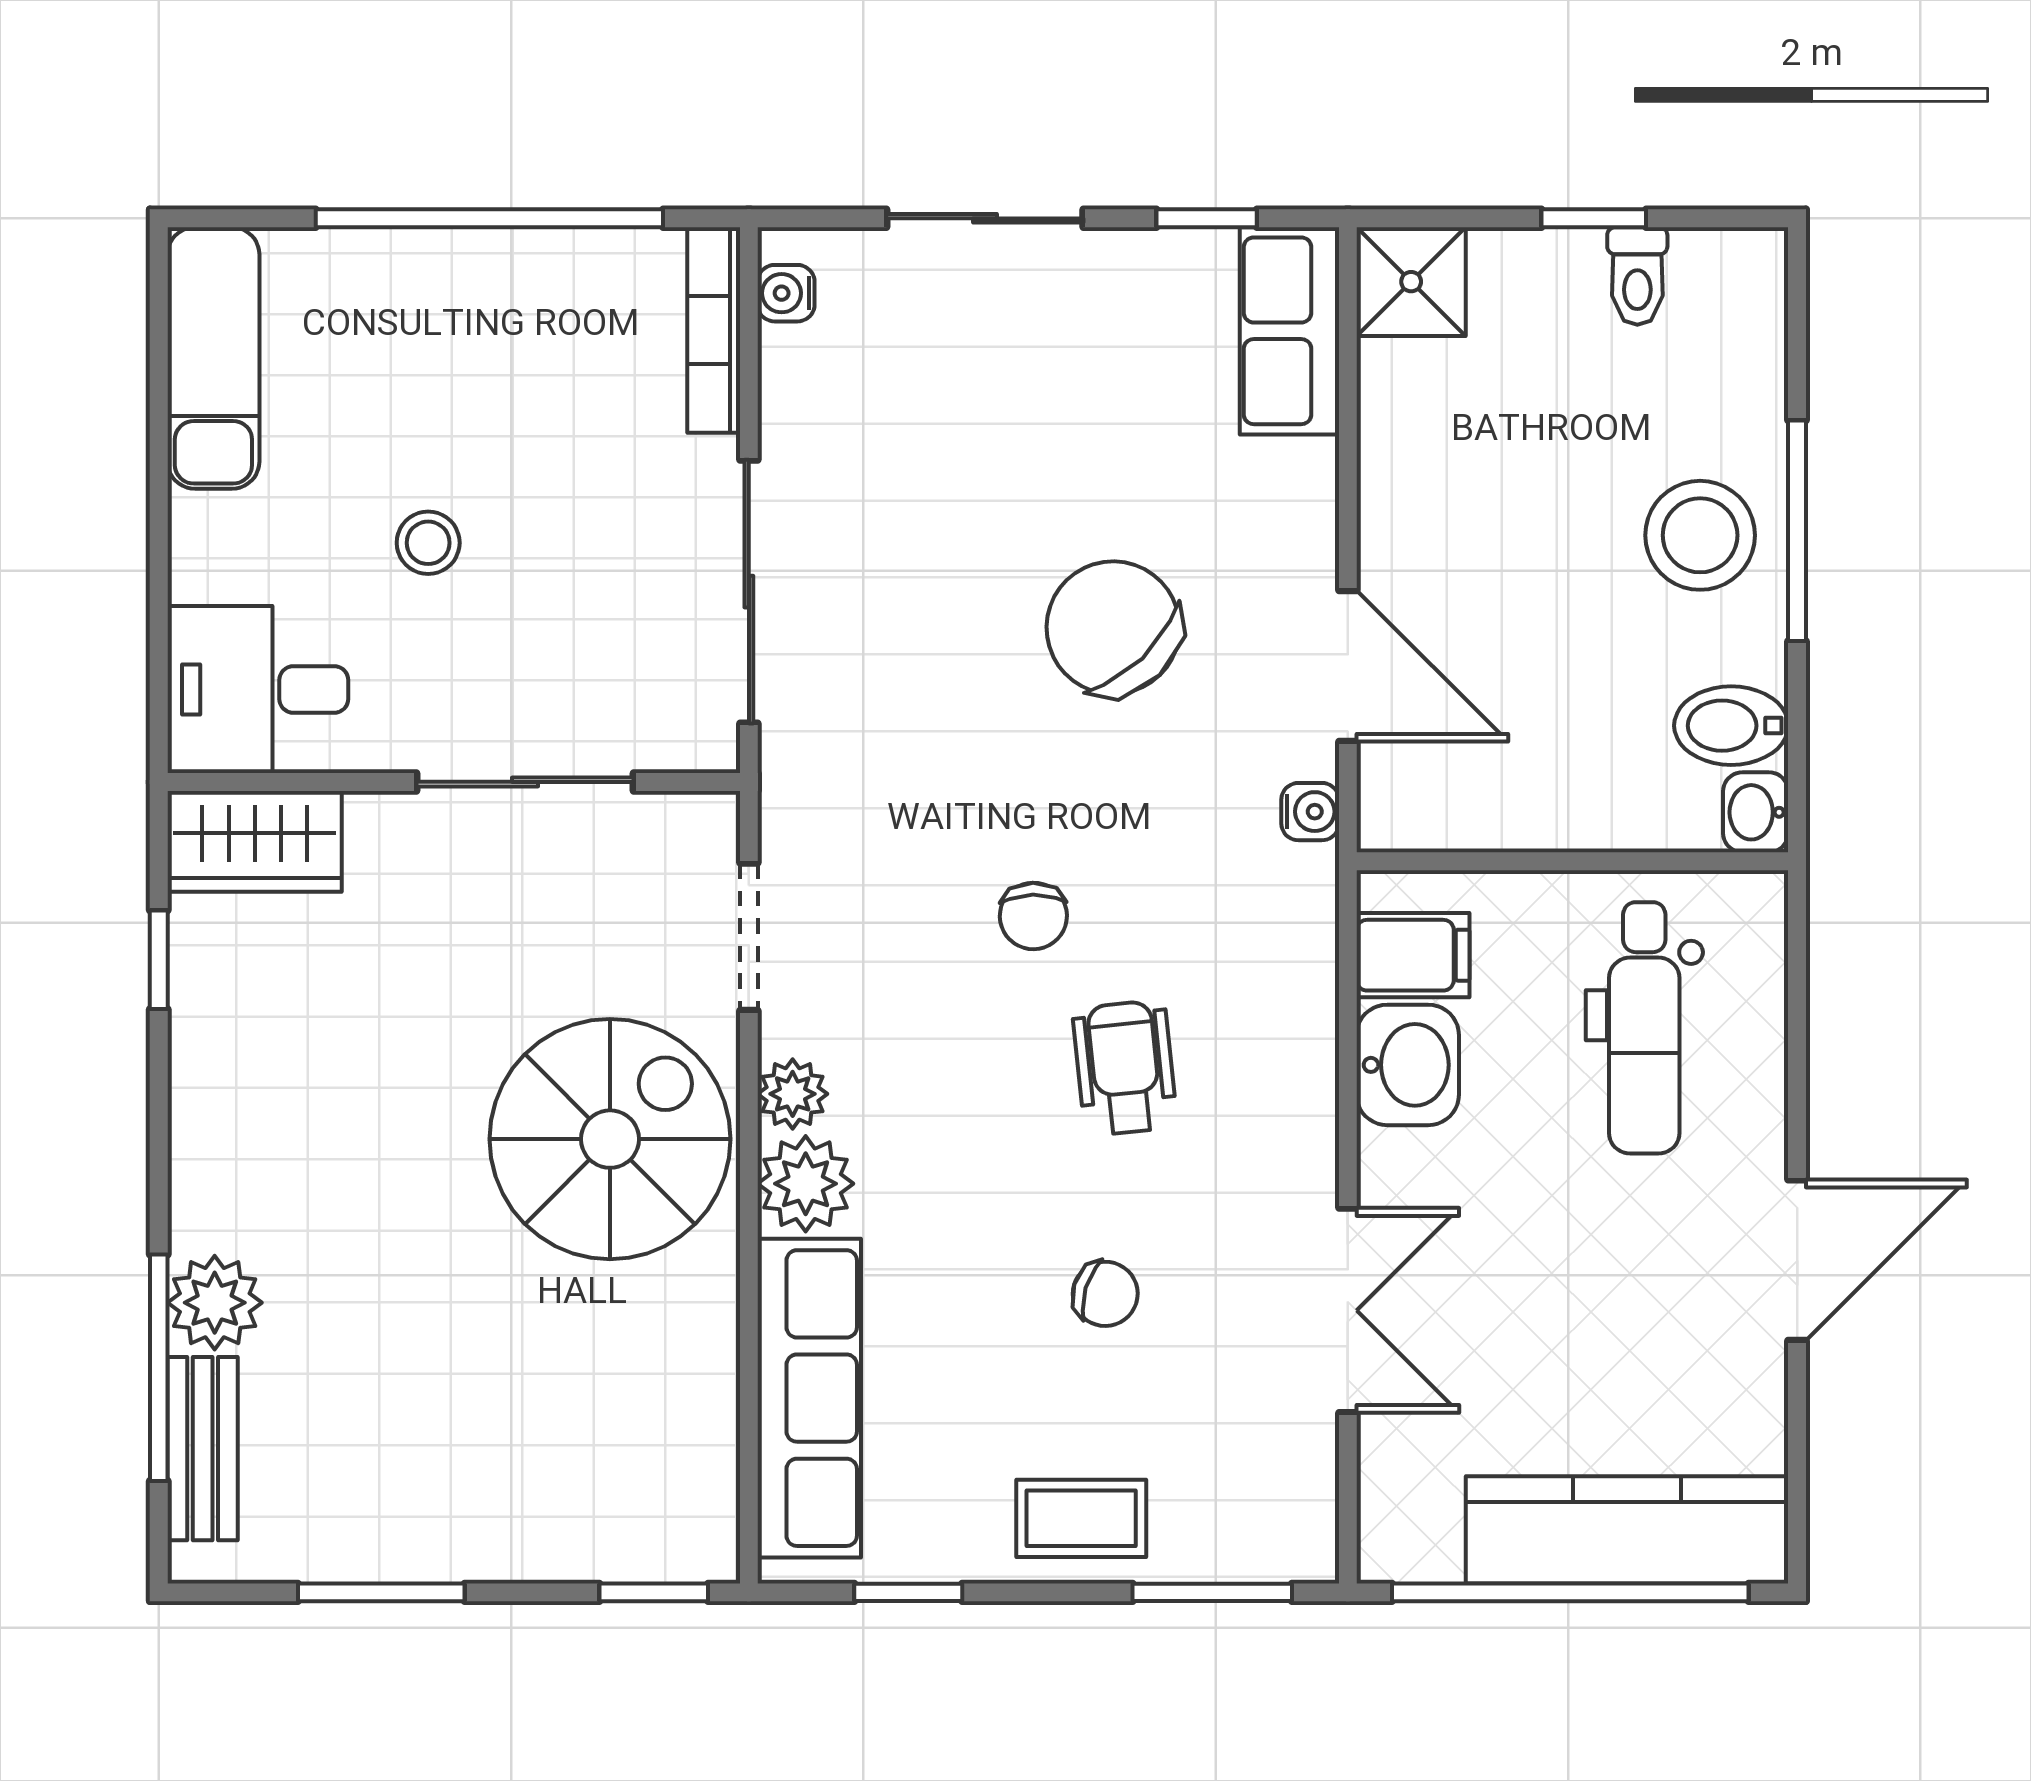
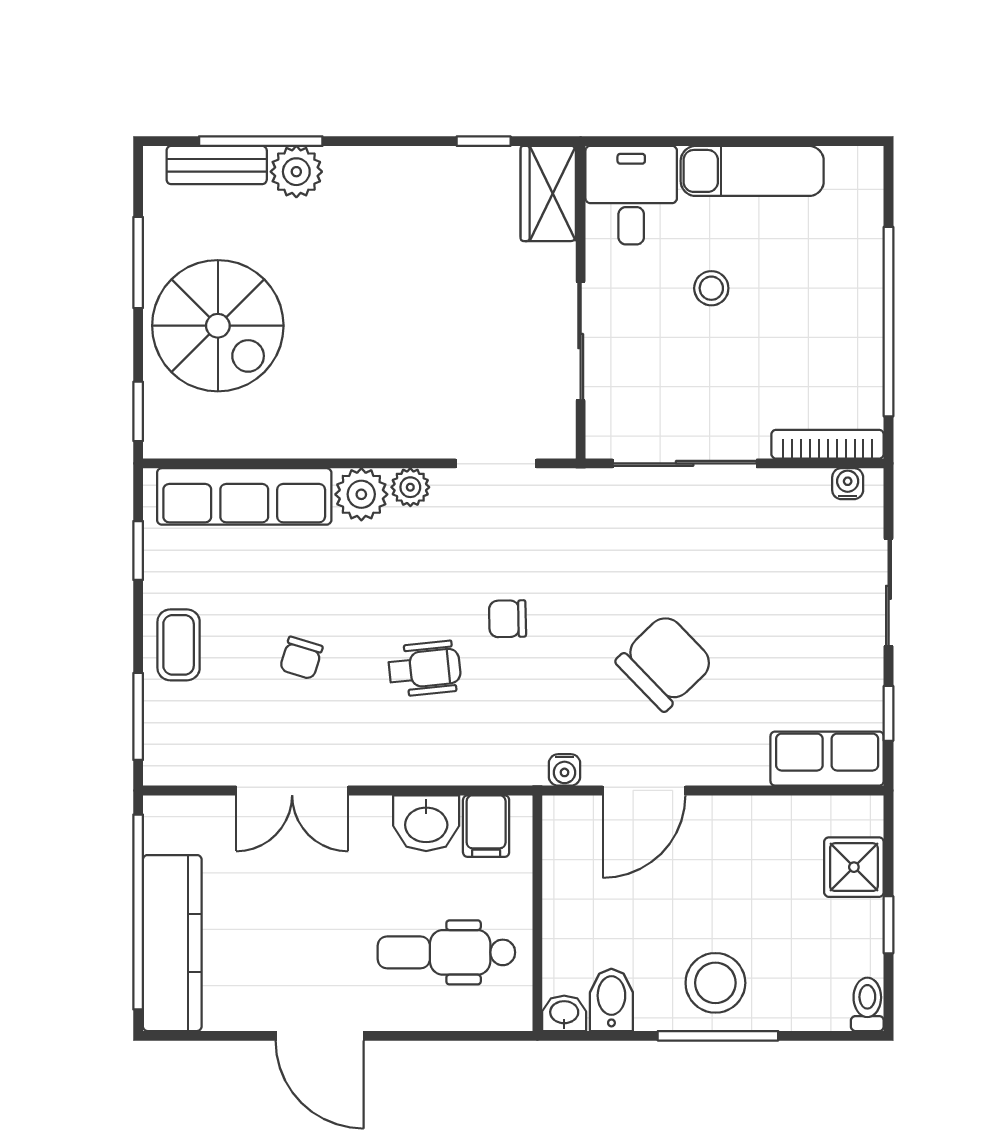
toilet: (1637, 276) -> (867, 1004), moved, turned 90
shower: (1411, 282) -> (854, 867), moved
exam couch: (213, 358) -> (752, 171), moved
spiral stairs: (610, 1139) -> (218, 326), moved

